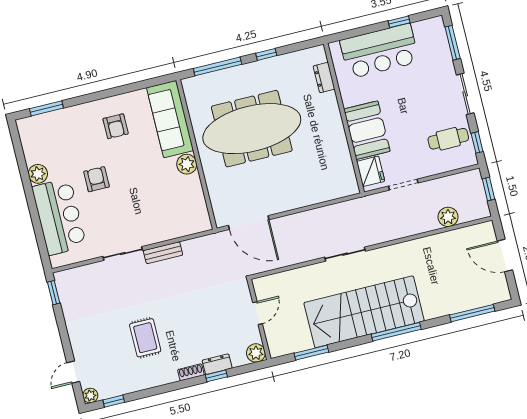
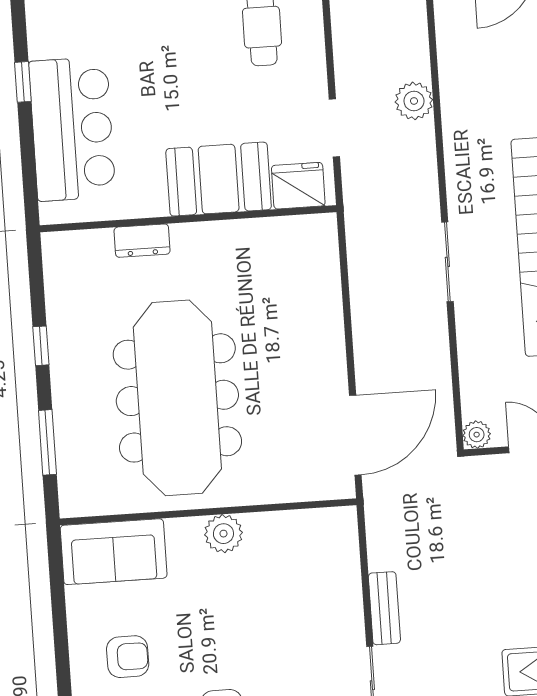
window: (218, 66) -> (47, 442), width x0.69
dresser: (324, 78) -> (142, 241), moved
sofa: (170, 119) -> (114, 552), width x0.73
plant: (448, 217) -> (414, 101), moved
plant: (260, 284) -> (477, 435), added

